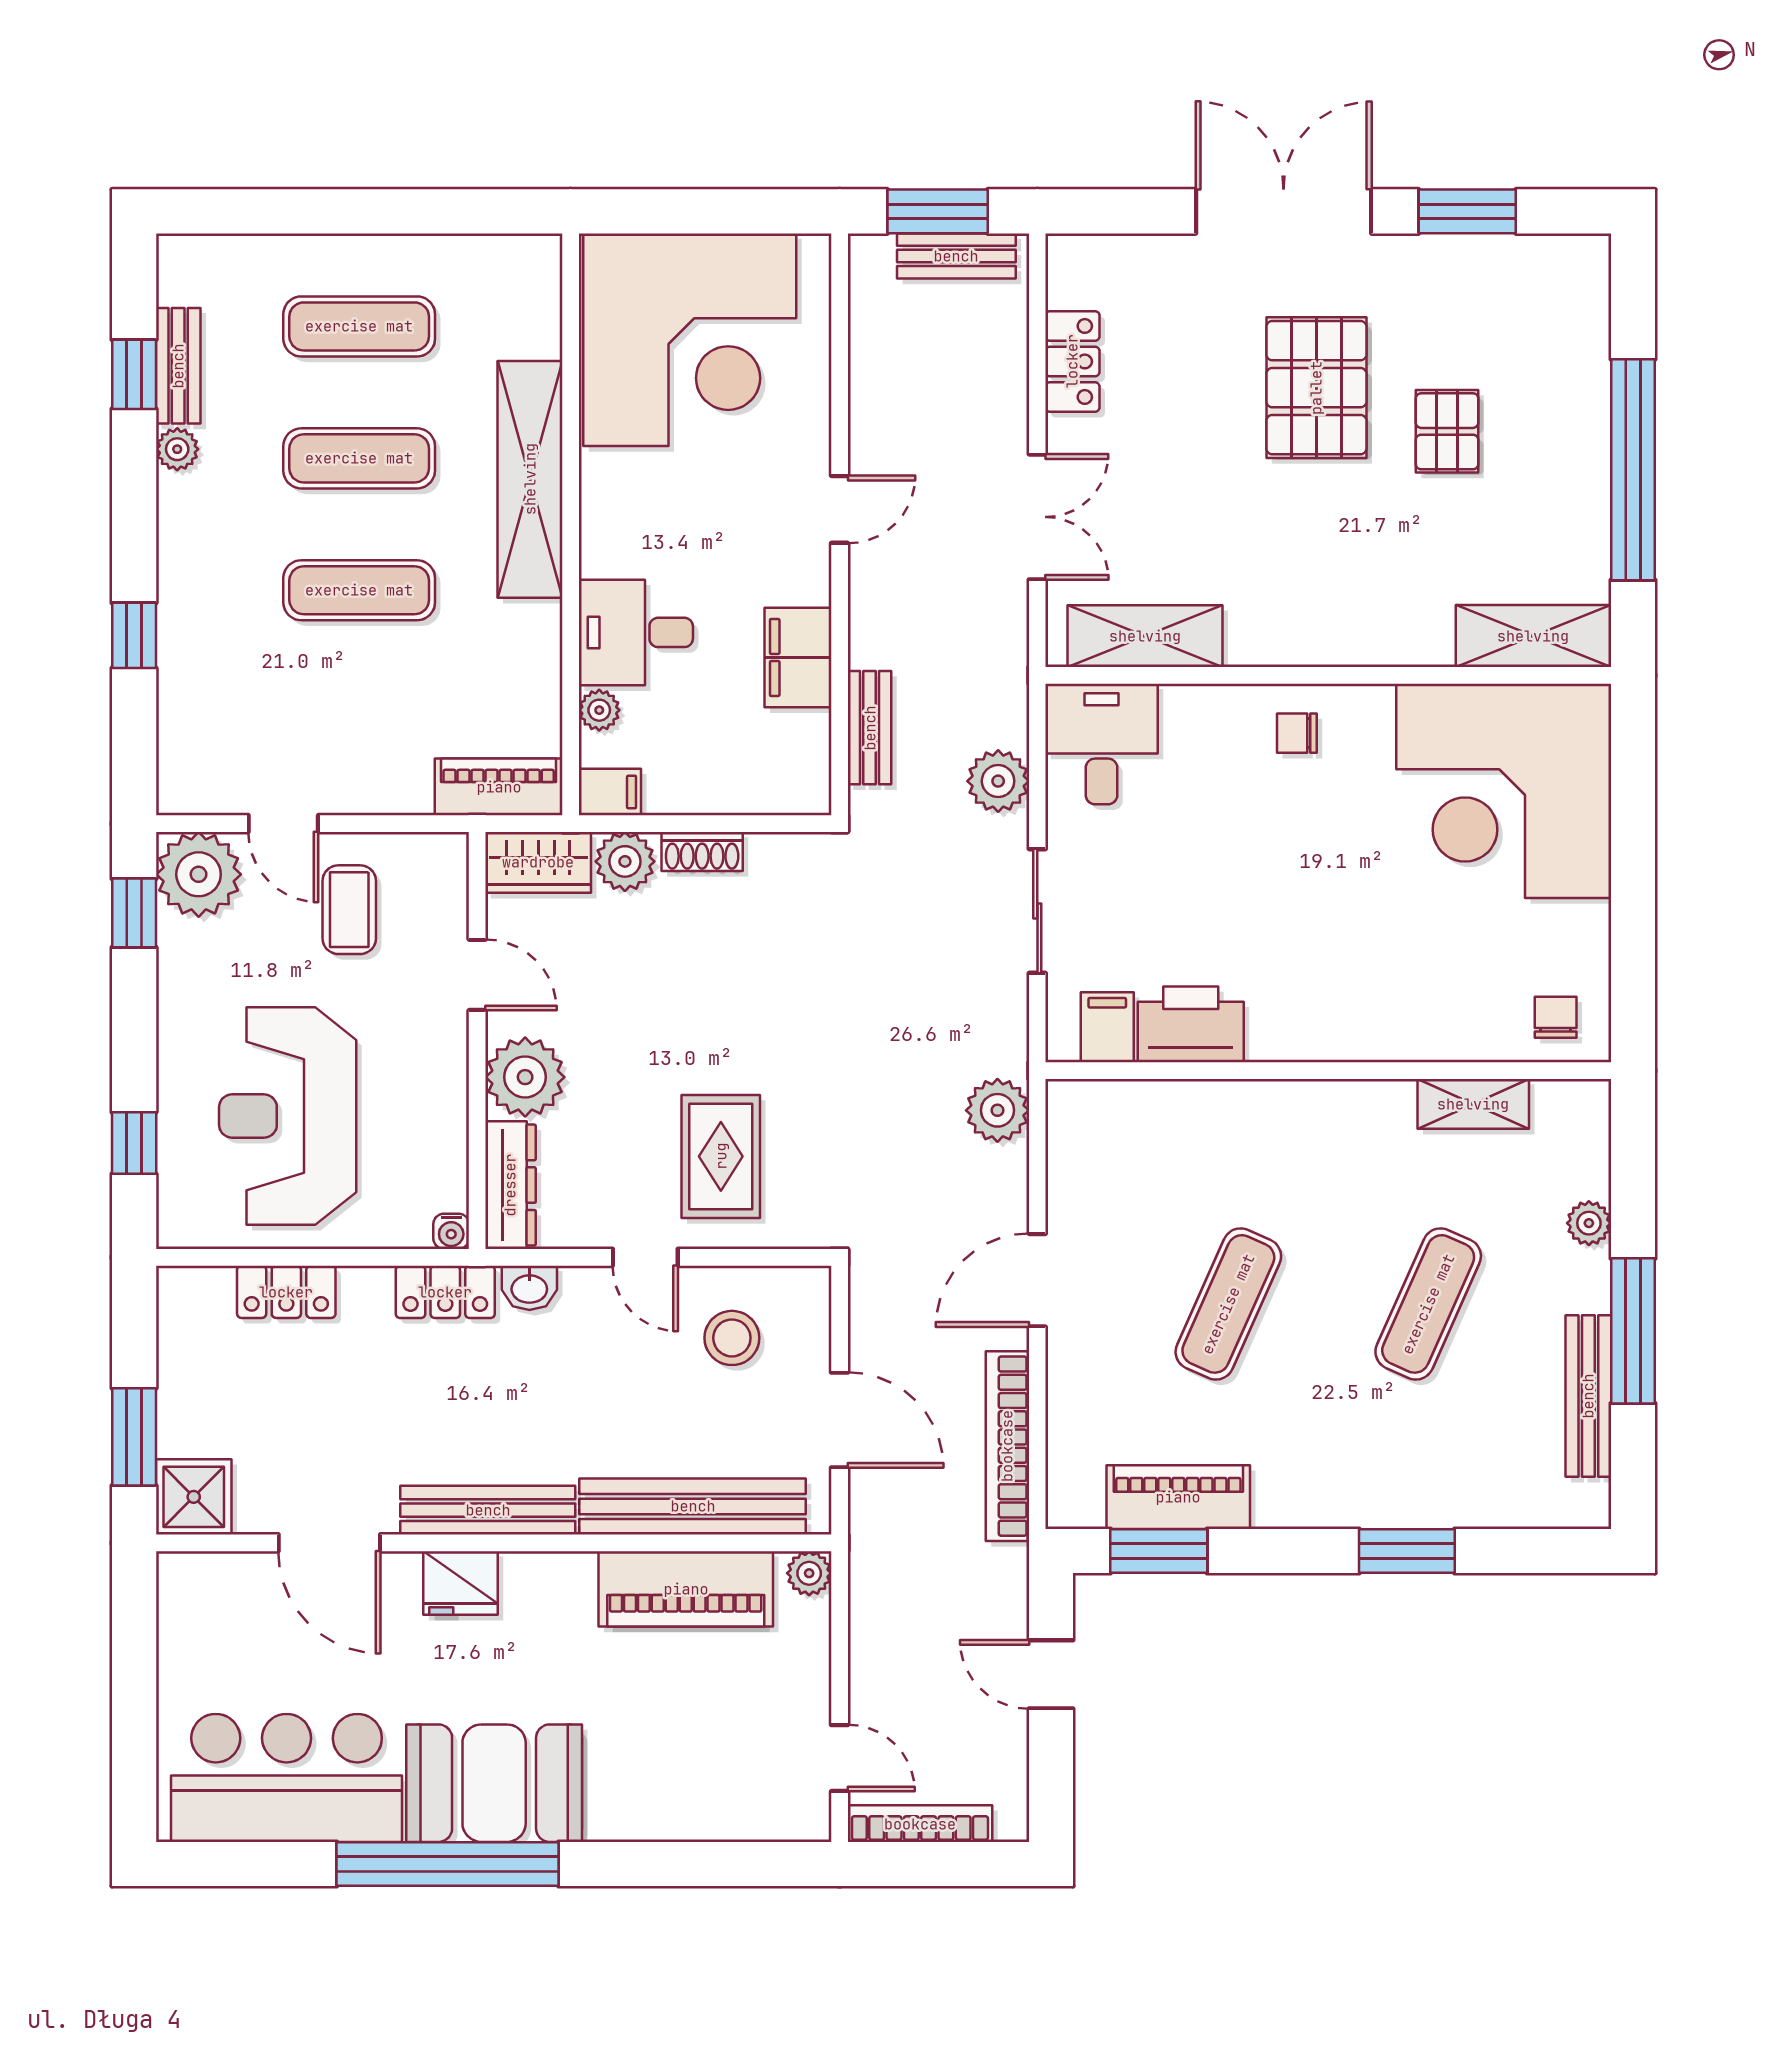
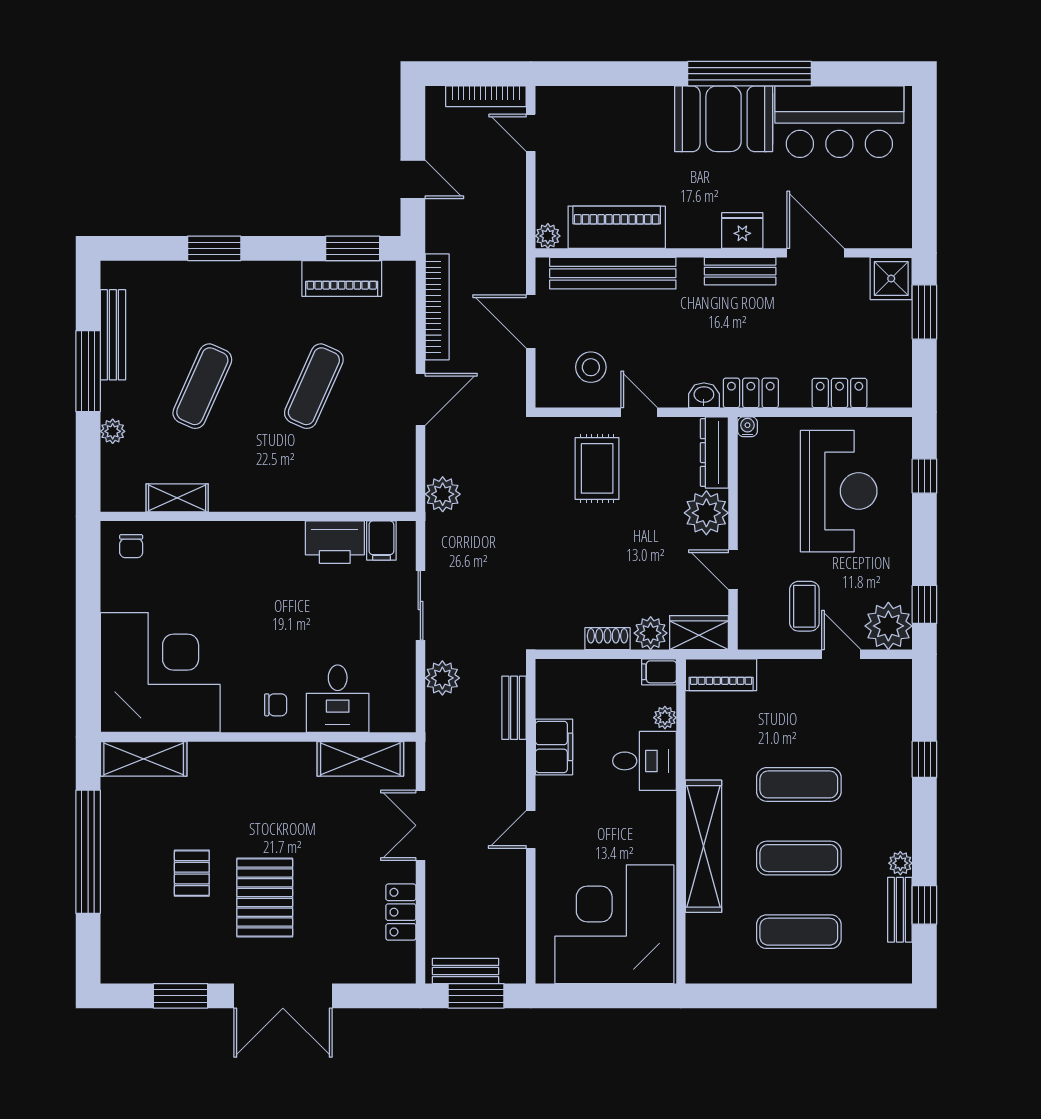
desk: (1102, 744) -> (338, 699), moved
bench: (488, 1510) -> (740, 271), width x0.73

